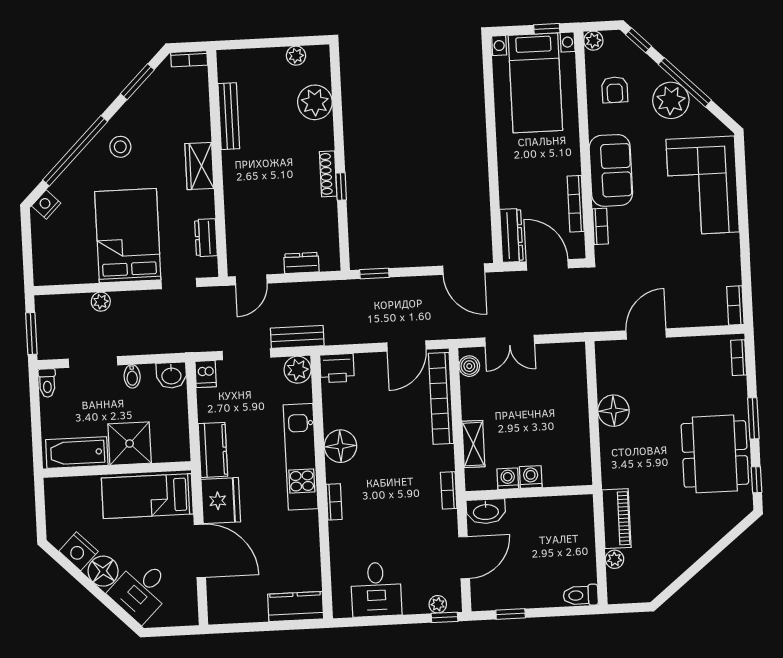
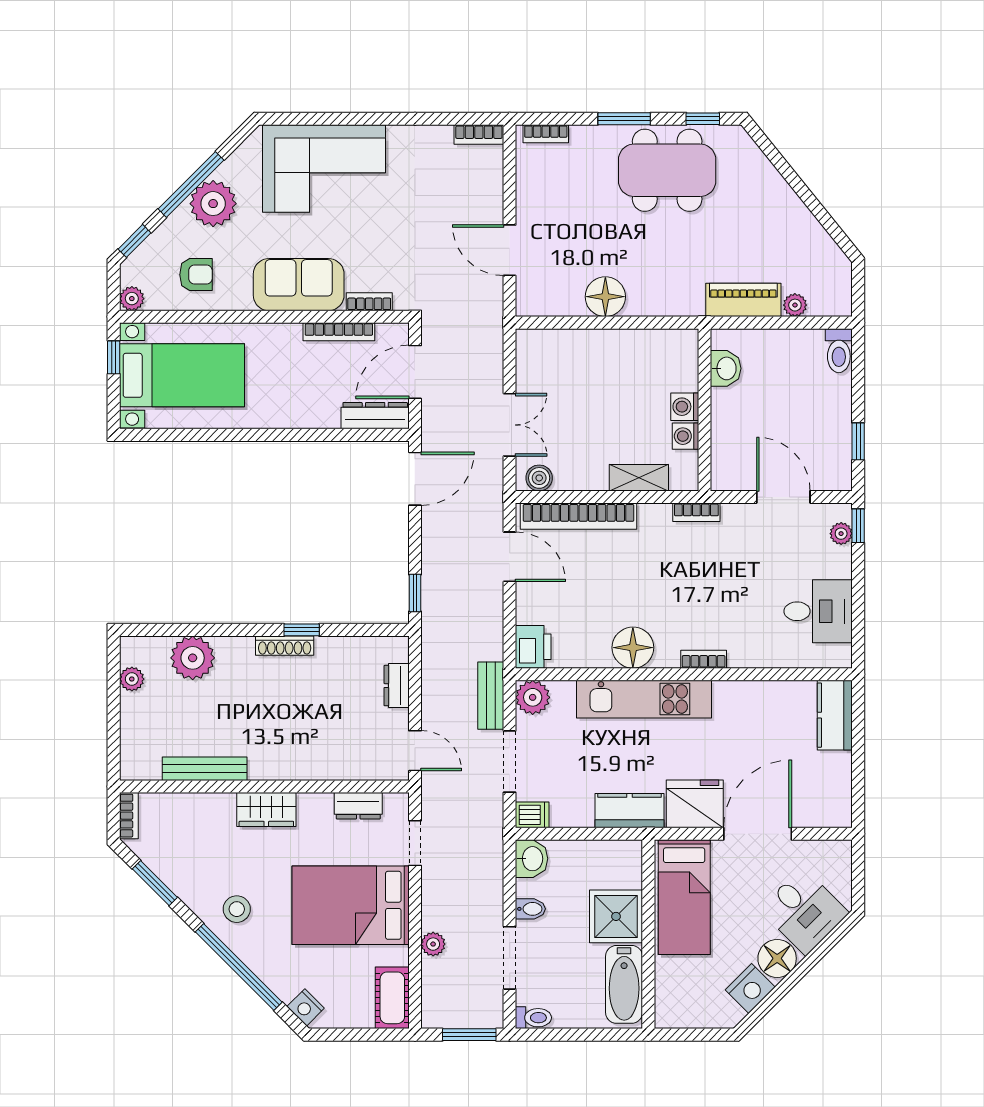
cot: (57, 272) -> (392, 998), added
washbasin: (486, 511) -> (726, 368), moved, width x0.72

